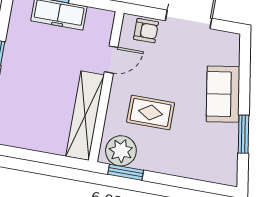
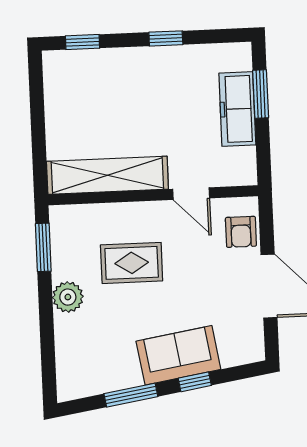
window: (244, 87) -> (195, 382), added
rug: (151, 112) -> (132, 263), turned 90
plant: (121, 151) -> (68, 297), moved, width x0.73, depth x0.73

